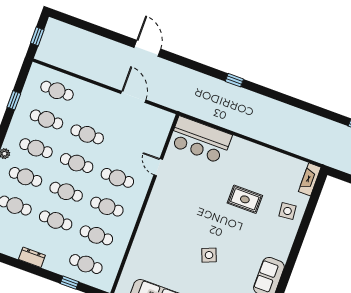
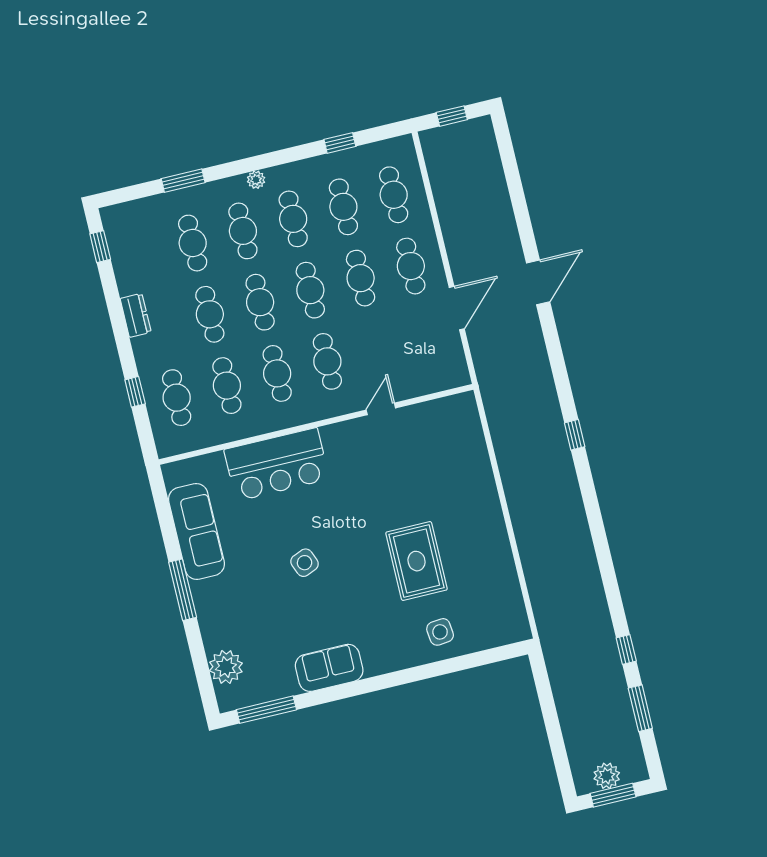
cafe table: (98, 106) -> (411, 266), added
bar counter: (200, 140) -> (277, 464), moved, turned -90
fireplace: (310, 179) -> (505, 634), removed
rug: (245, 199) -> (417, 561), width x1.36, depth x1.43

